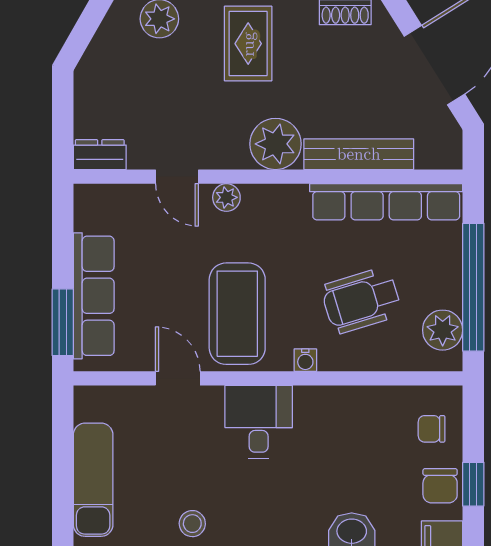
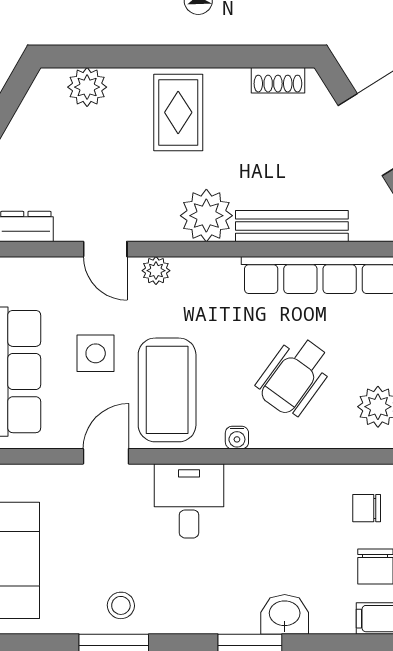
side table: (168, 278) -> (96, 353), added
wheelchair: (361, 300) -> (294, 376), turned -37
door: (178, 378) -> (106, 456), hinge flipped

